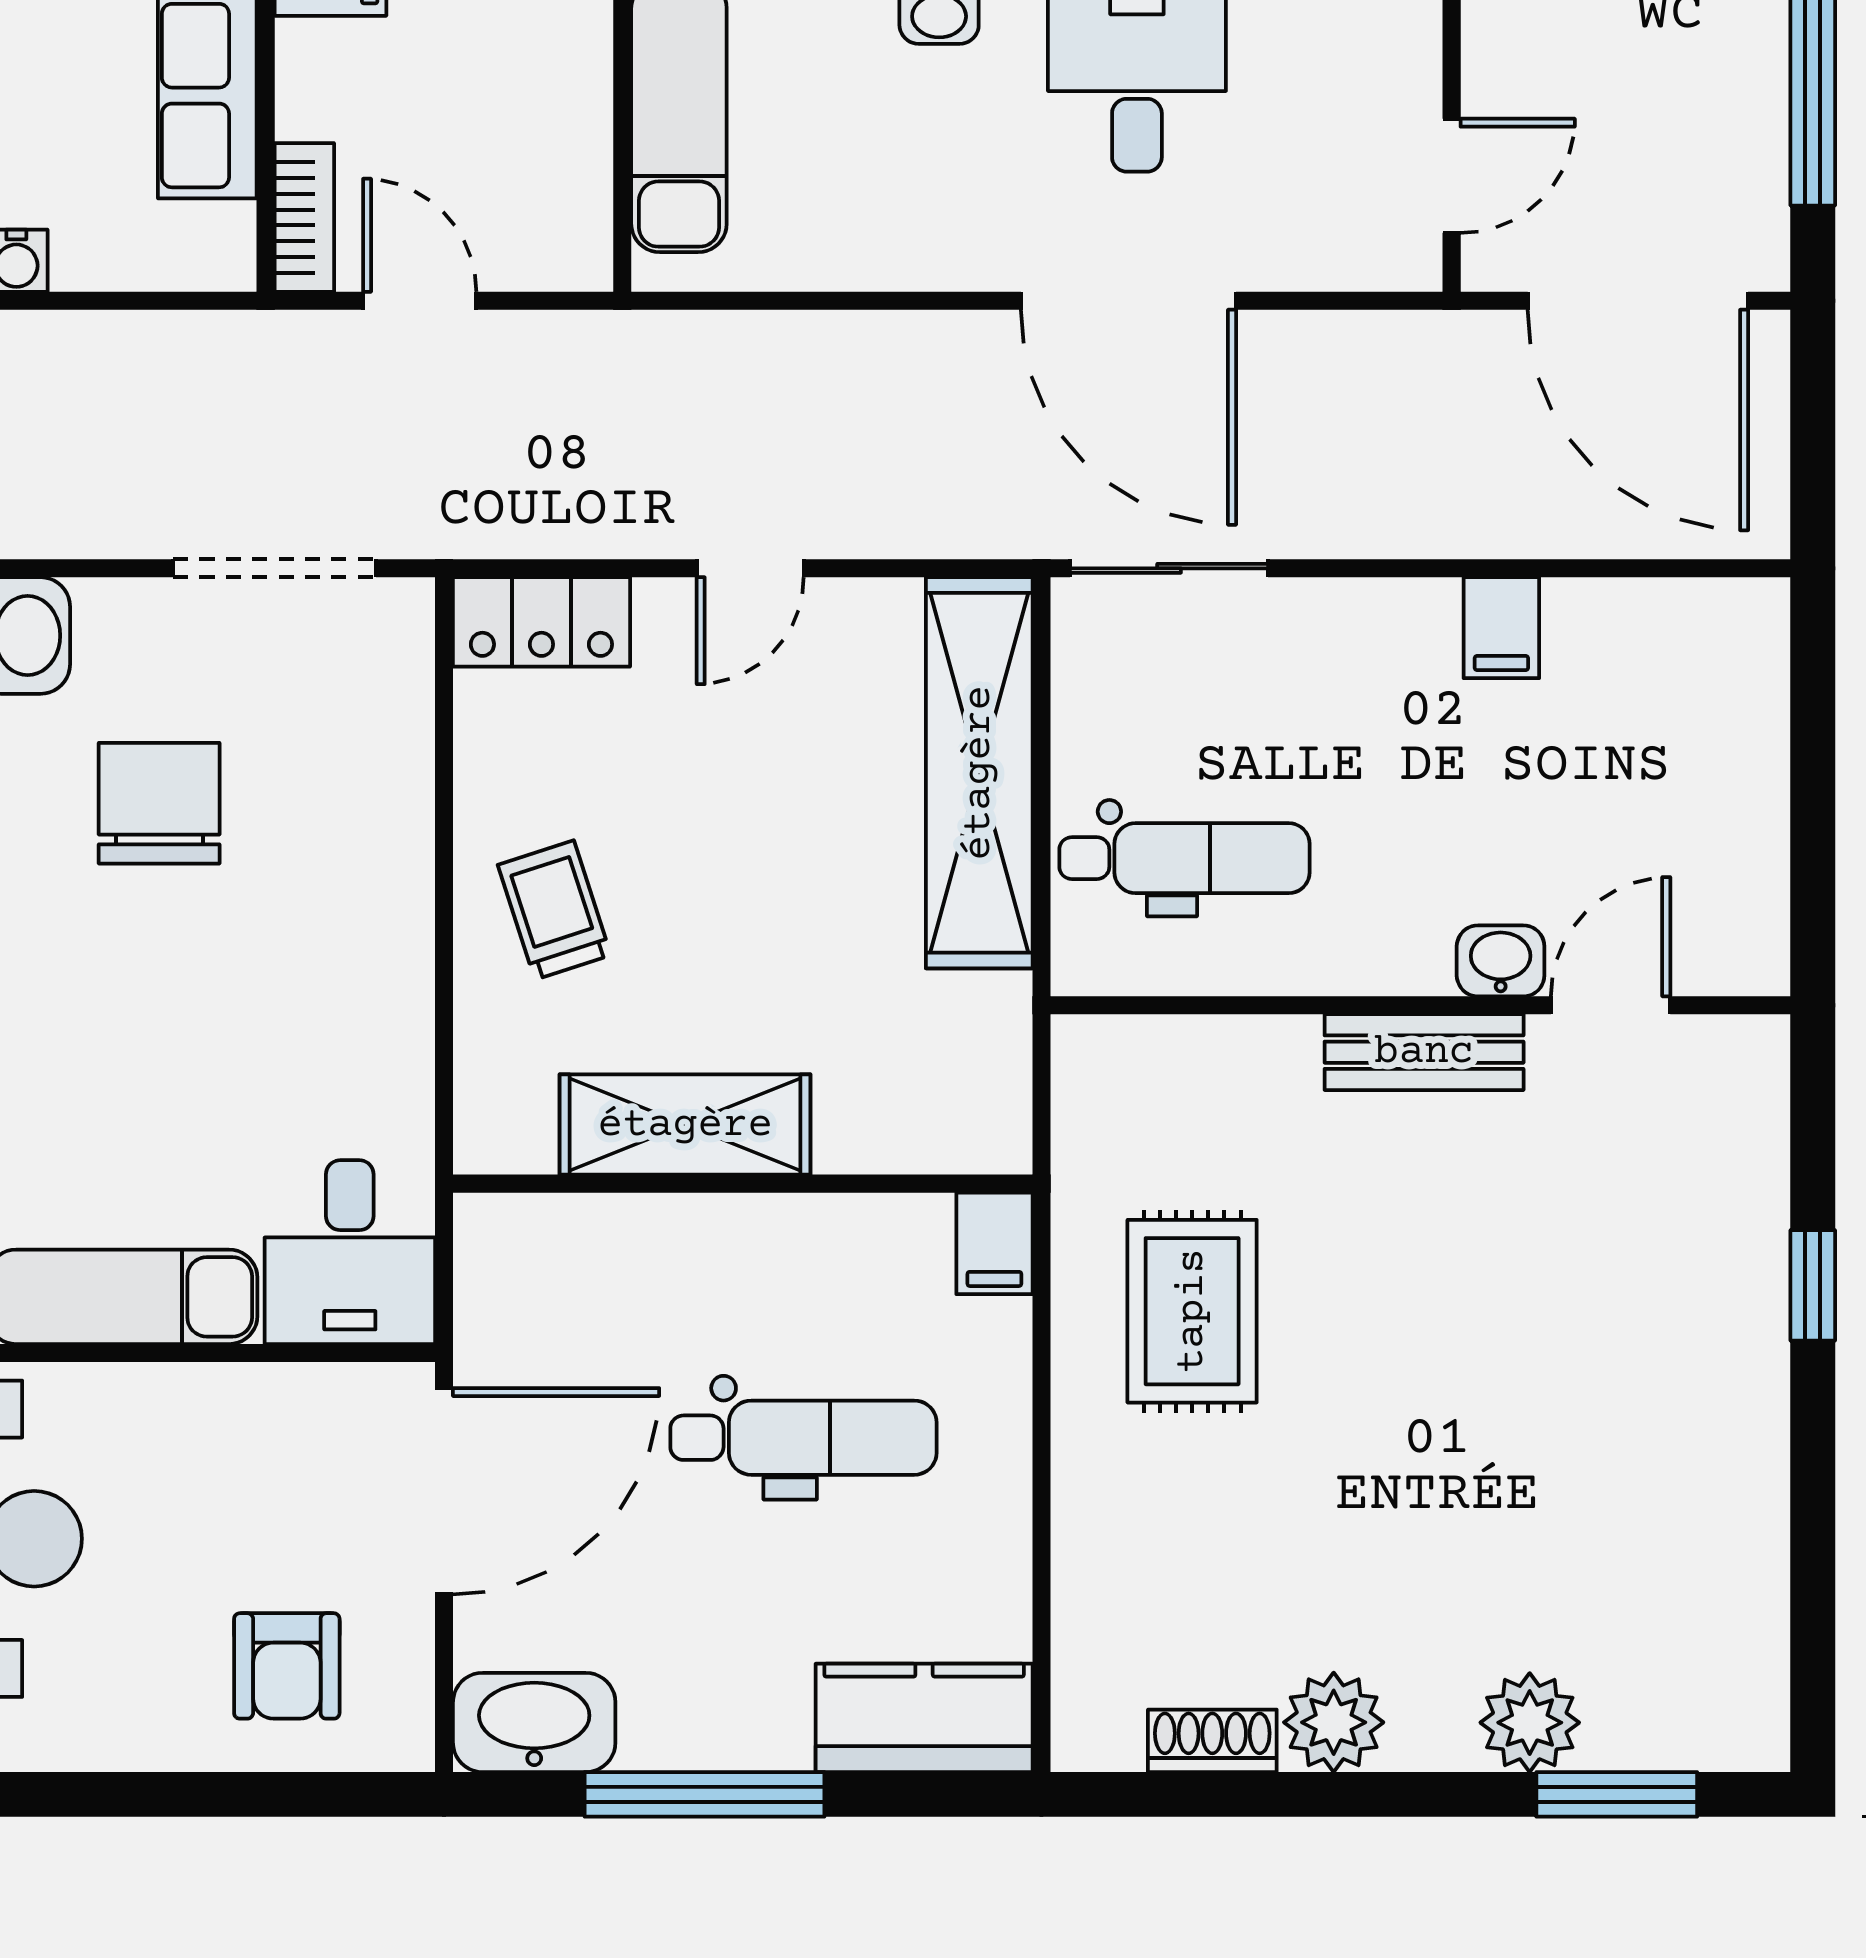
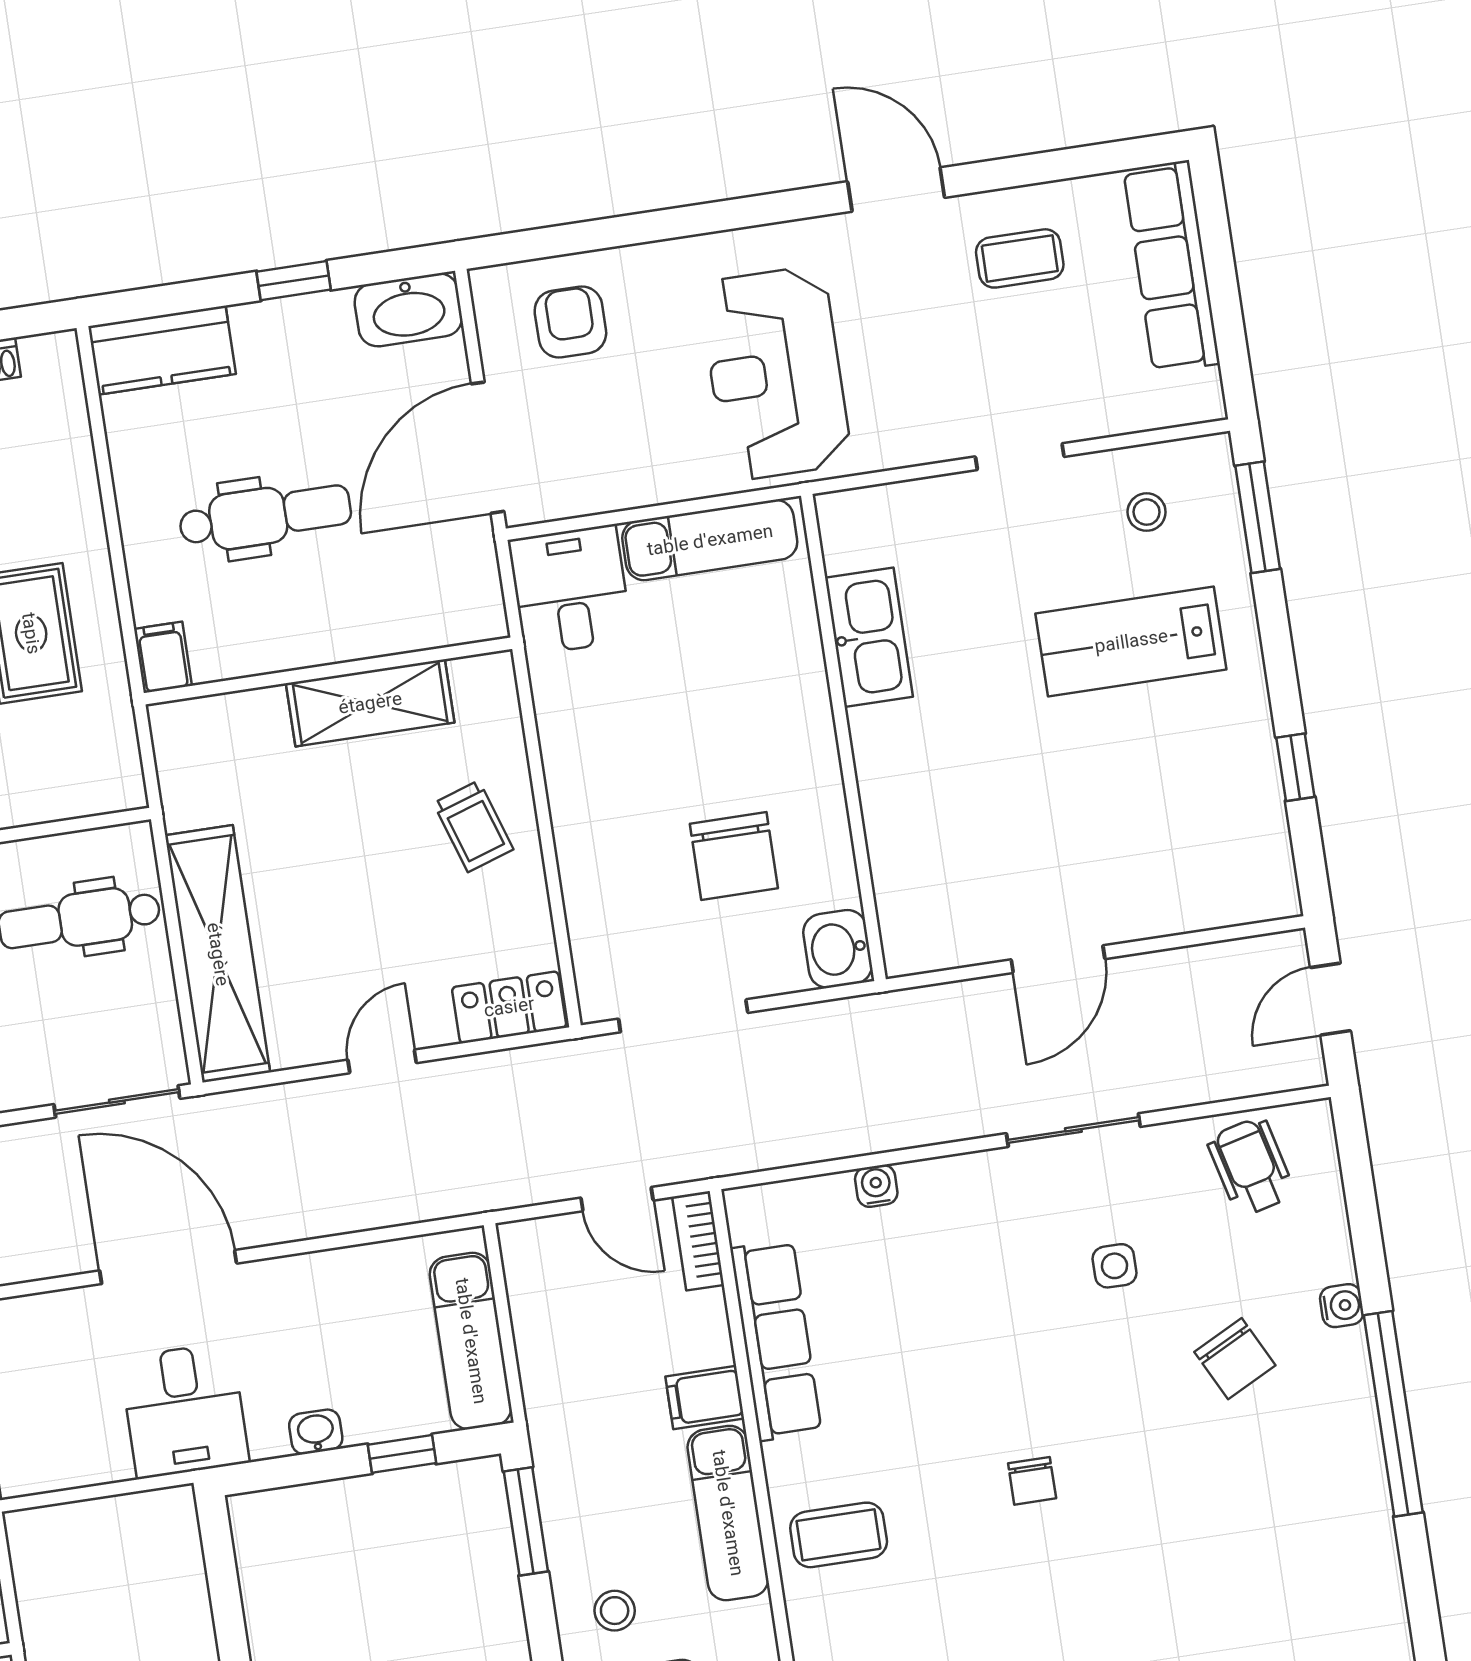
dental chair: (803, 1438) -> (265, 516), turned 180
window: (705, 1794) -> (294, 281), width x0.46

